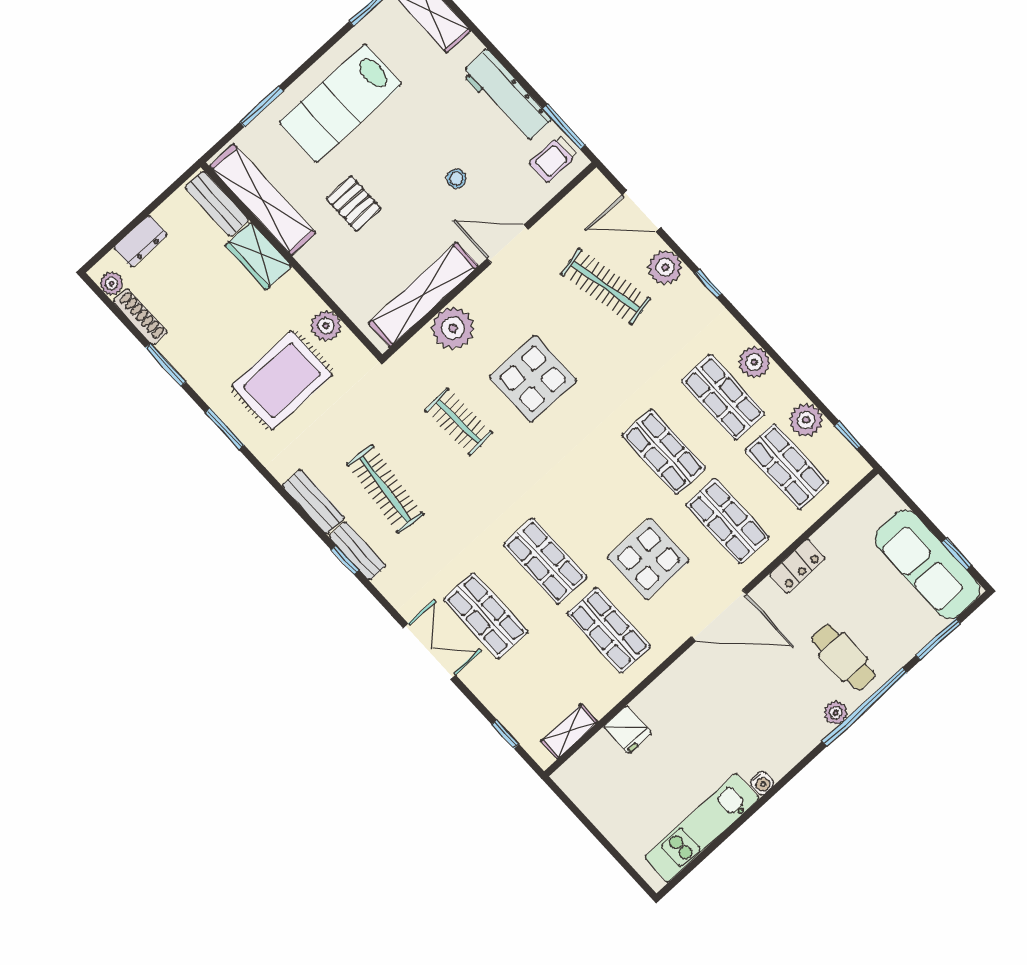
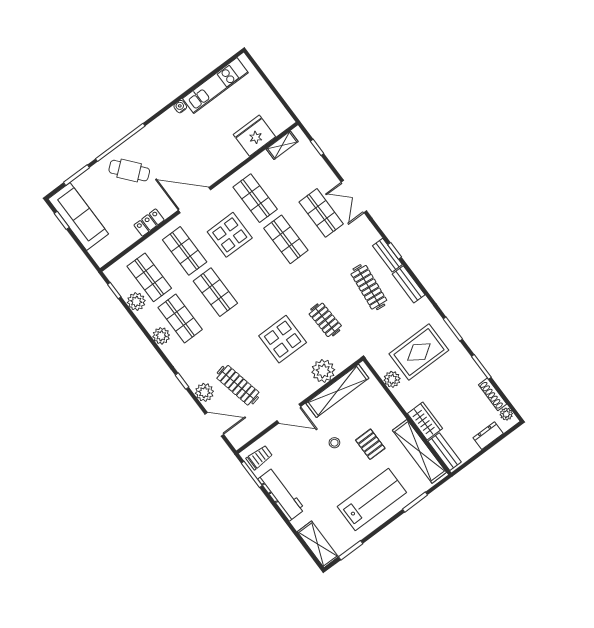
stool: (456, 179) -> (334, 443), moved
cafe table: (843, 657) -> (129, 171), turned -40
plant: (836, 713) -> (136, 141), removed
fridge: (628, 730) -> (254, 136), width x1.88, depth x1.34

